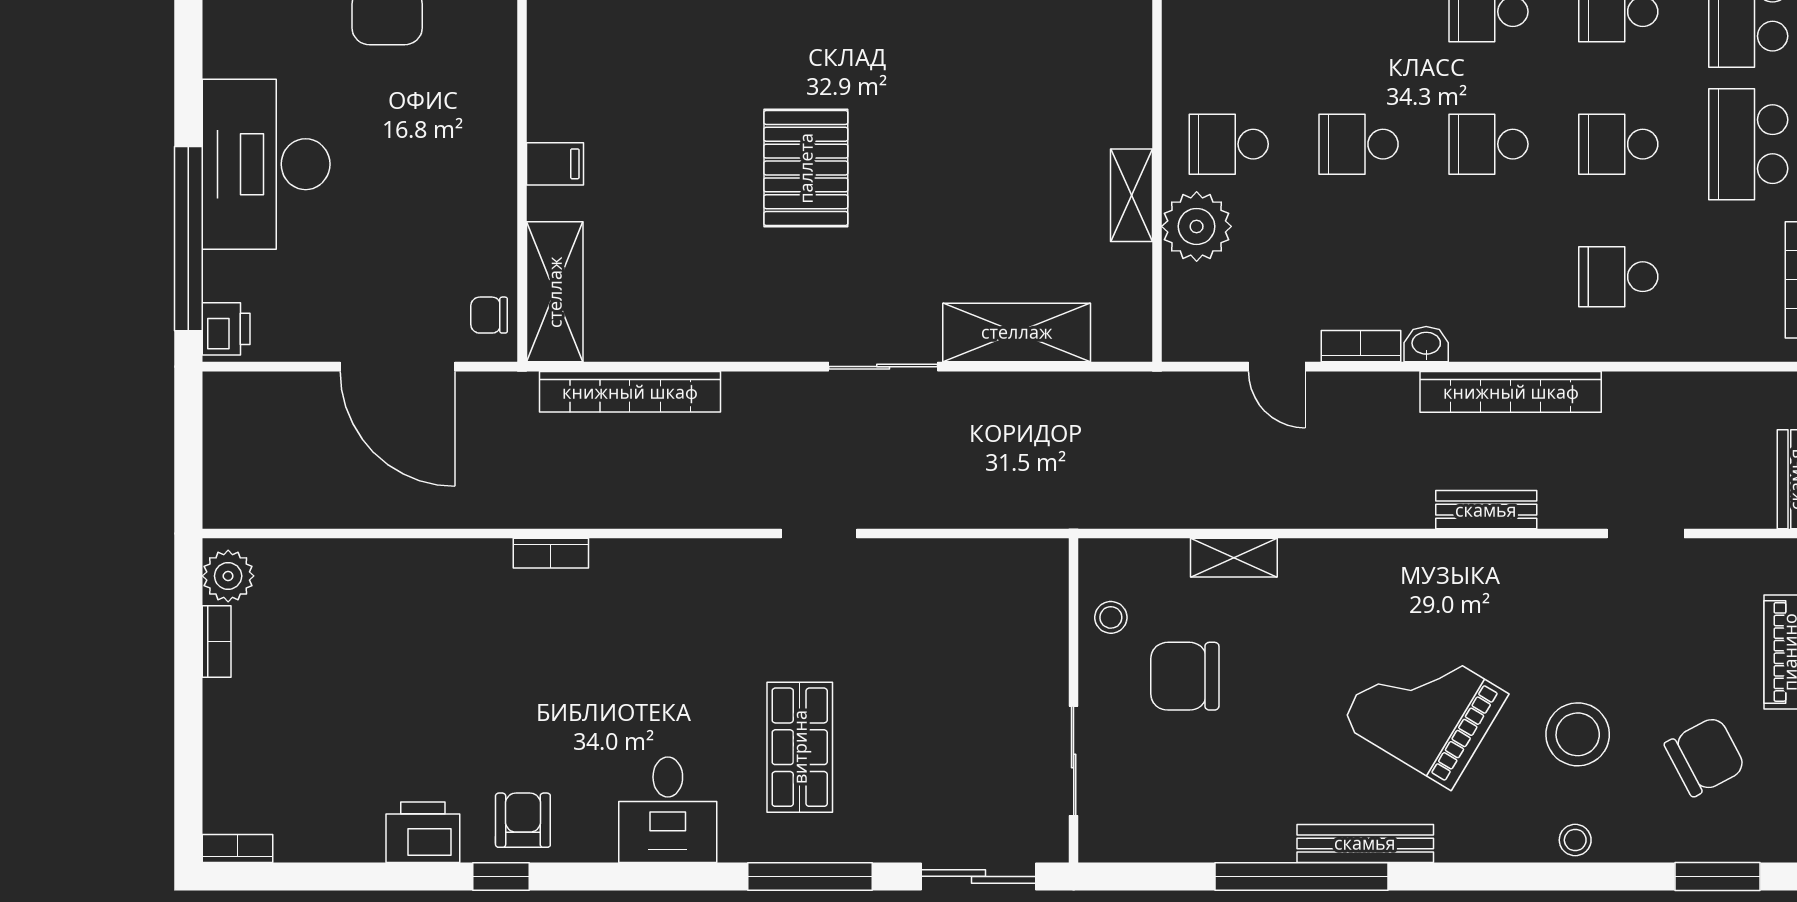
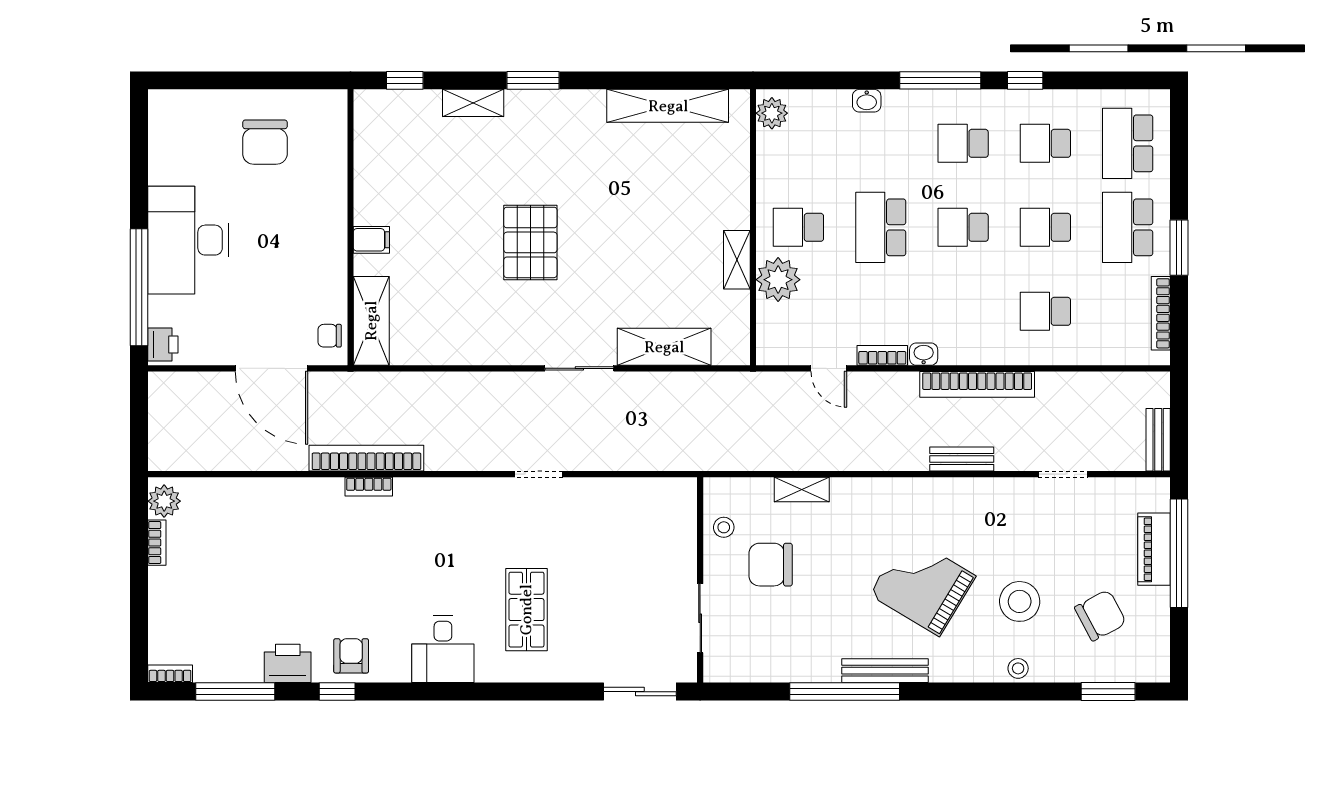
school desk: (1359, 144) -> (881, 227), width x1.85
bookcase: (630, 392) -> (366, 458), moved, turned 180
window: (810, 876) -> (235, 692), moved

